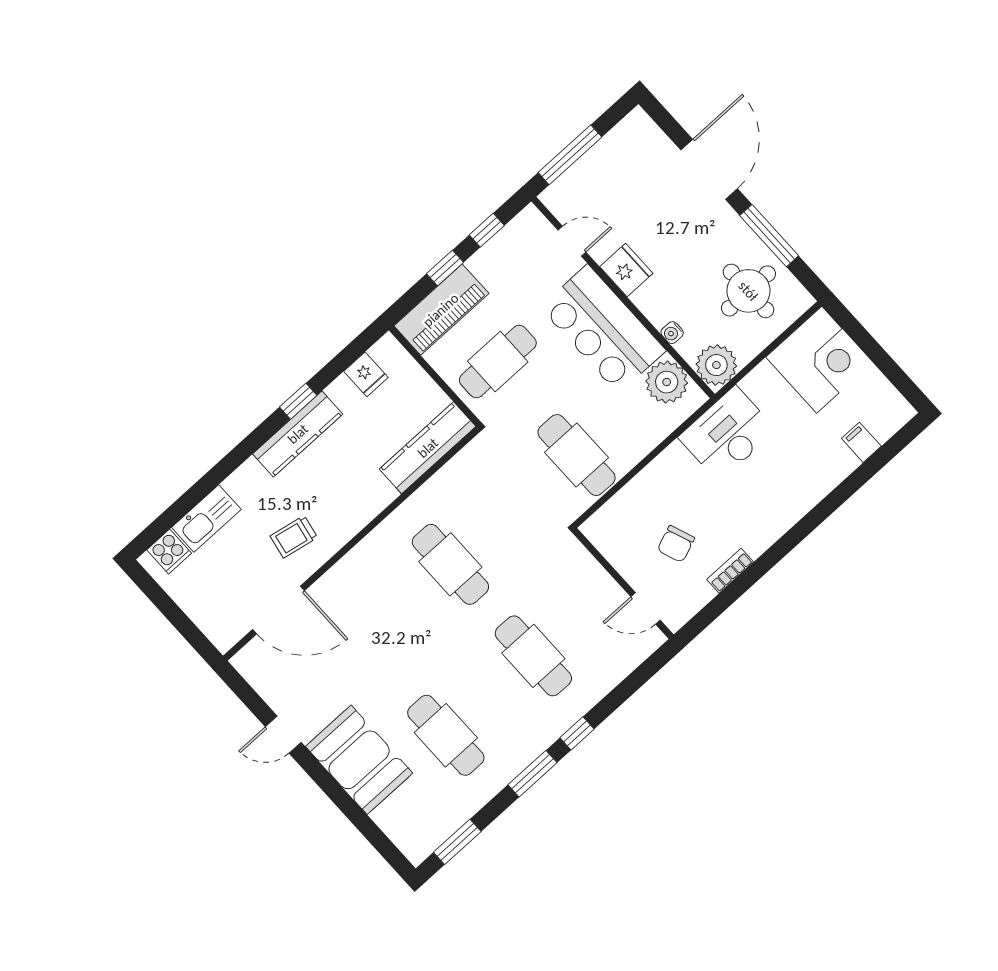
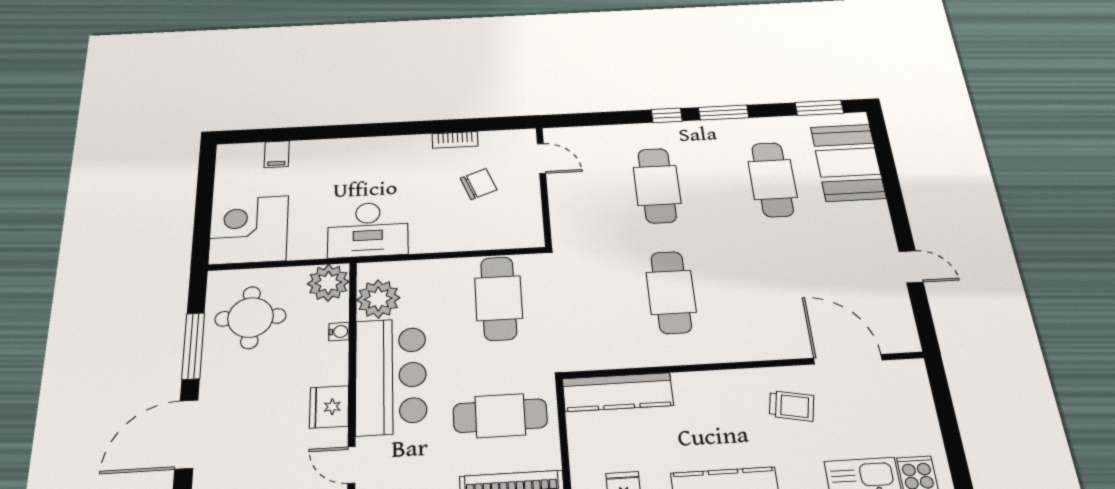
booth: (359, 760) -> (848, 162), moved

